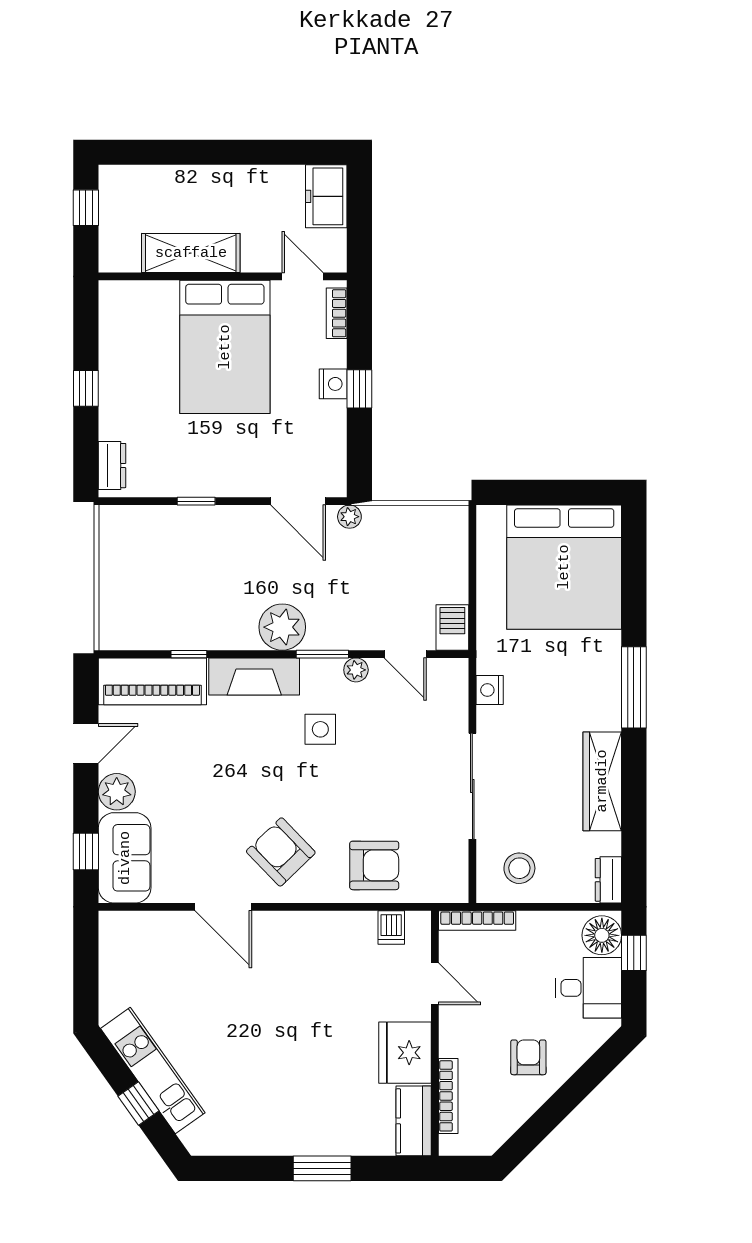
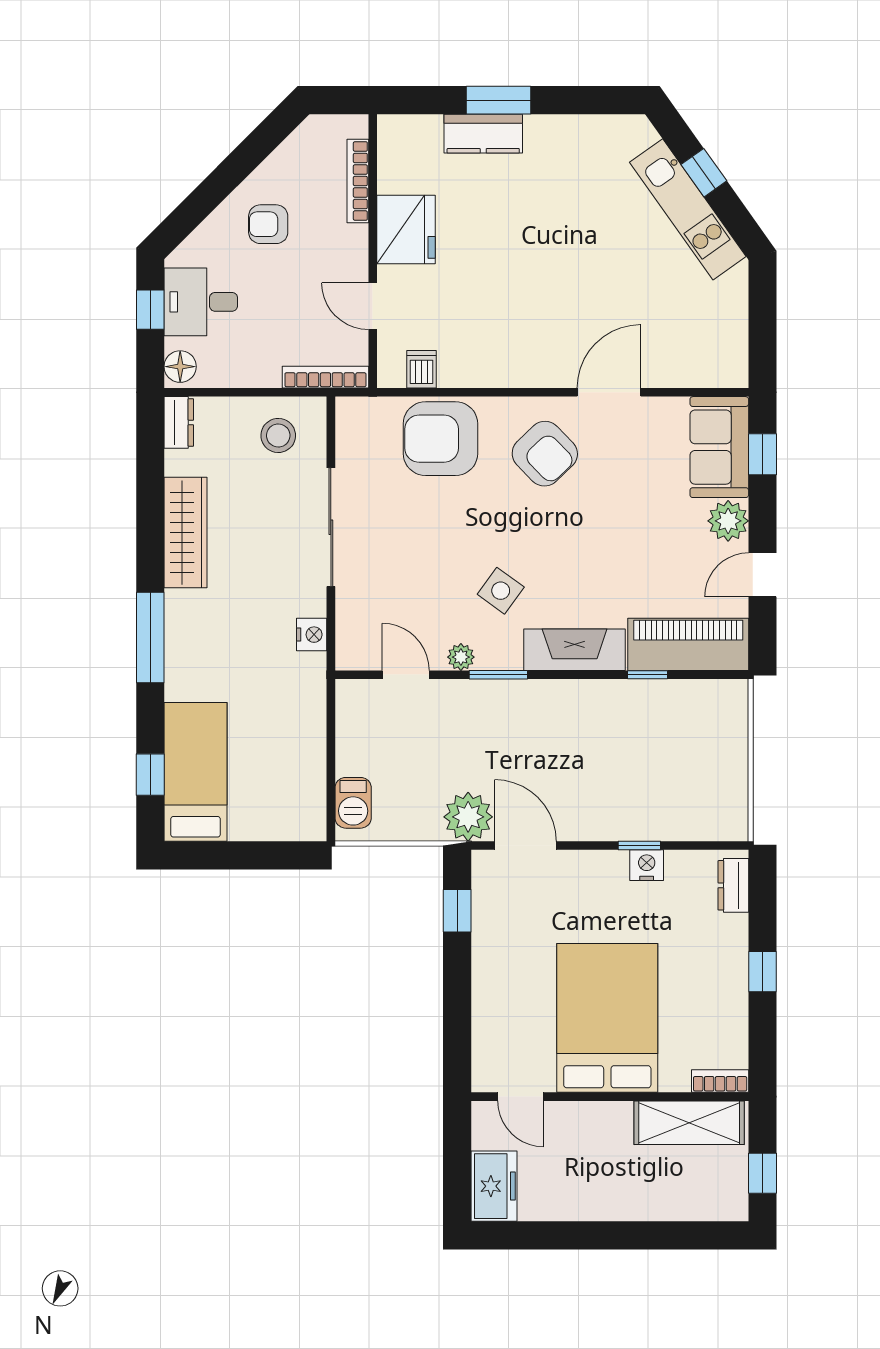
shelving: (191, 253) -> (689, 1123), moved
bookcase: (337, 313) -> (720, 1081), moved, turned -90
nightstand: (333, 384) -> (647, 865), moved, turned 90
window: (359, 389) -> (457, 911), moved
plant: (349, 517) -> (468, 817), width x1.88, depth x1.88
window: (634, 565) -> (150, 775), added
bed: (564, 567) -> (196, 772), width x0.49
plant: (282, 627) -> (543, 705), removed
barbecue: (452, 628) -> (353, 803), moved
side table: (320, 729) -> (501, 591), turned 36
armchair: (374, 865) -> (440, 439), width x1.36, depth x1.36
door: (223, 907) -> (609, 392), hinge flipped
floor lamp: (602, 935) -> (180, 367), width x0.73, depth x0.73
window: (634, 953) -> (150, 310), moved
armchair: (528, 1057) -> (268, 224), turned 90
kitchen counter: (414, 1121) -> (483, 134), moved, turned 90

